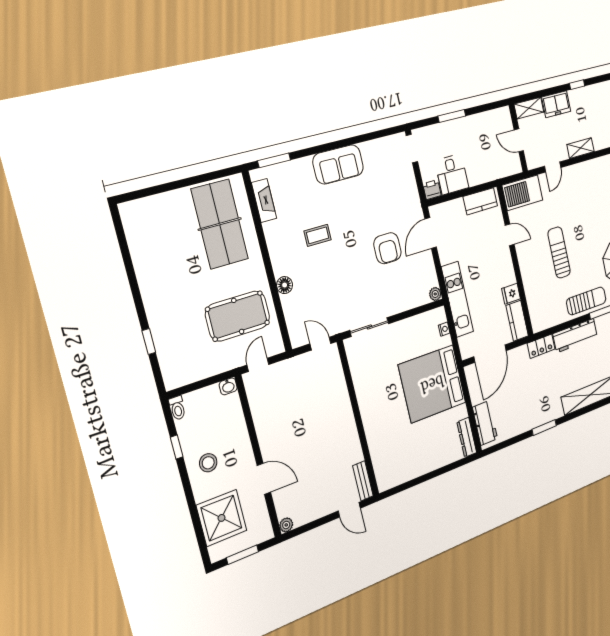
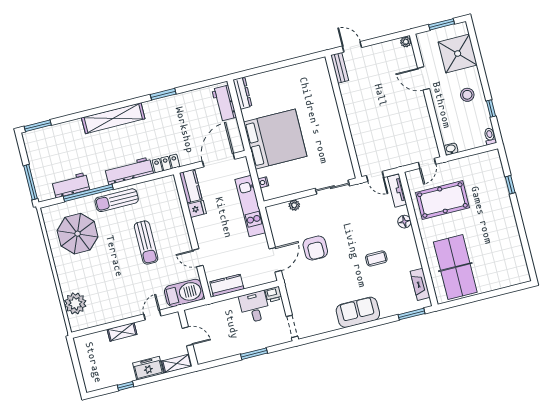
armchair: (387, 248) -> (315, 248), turned 180
plant: (435, 294) -> (294, 205), moved
tv unit: (294, 326) -> (397, 191), added

